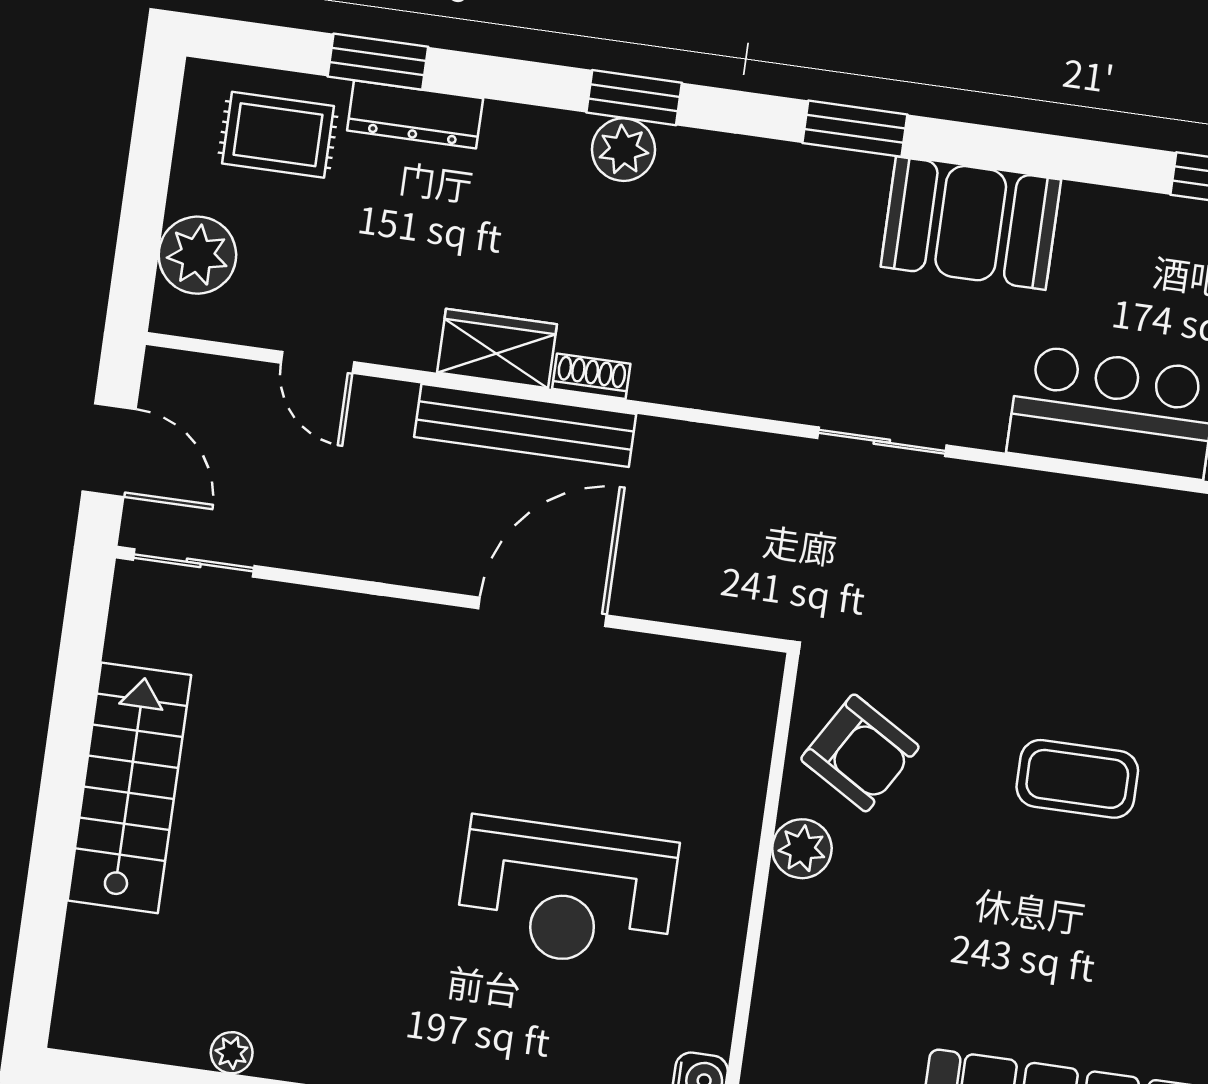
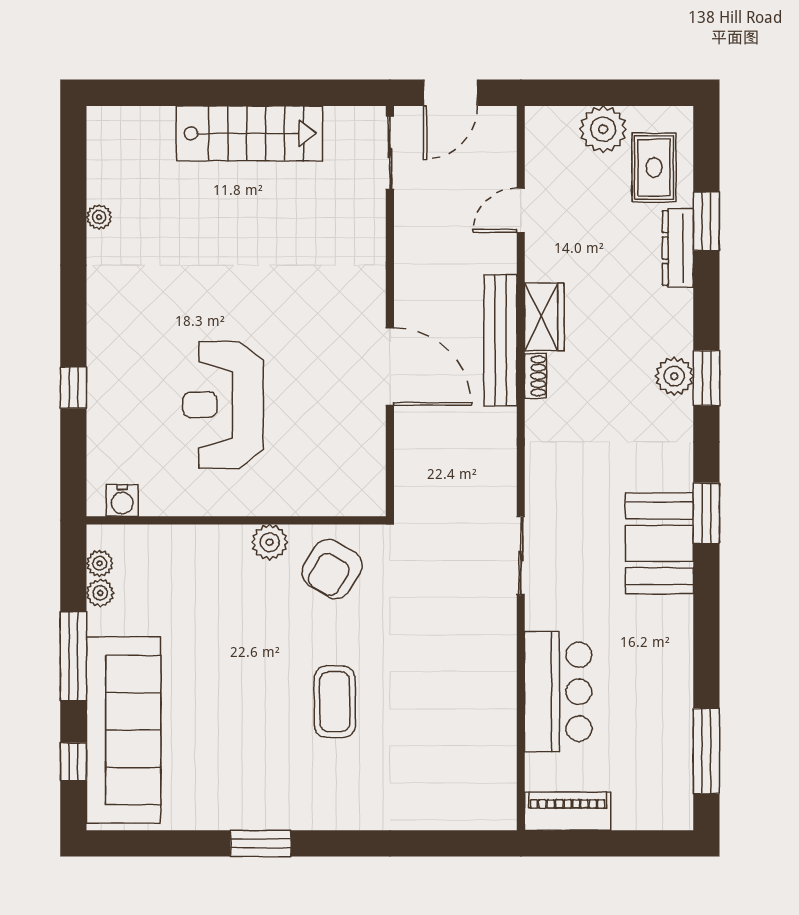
booth: (971, 223) -> (659, 543), moved
plant: (197, 255) -> (603, 129), moved

